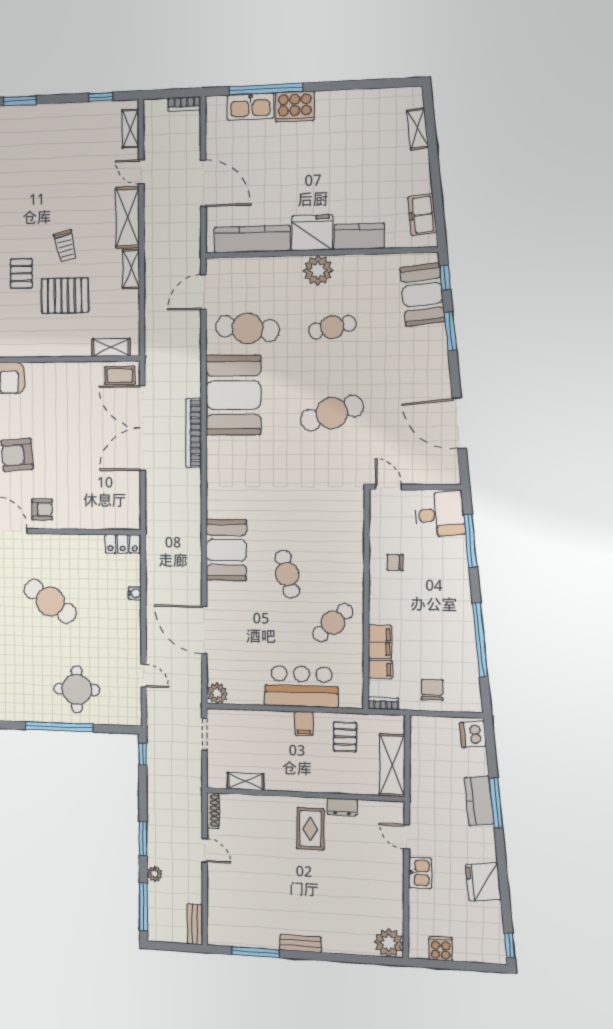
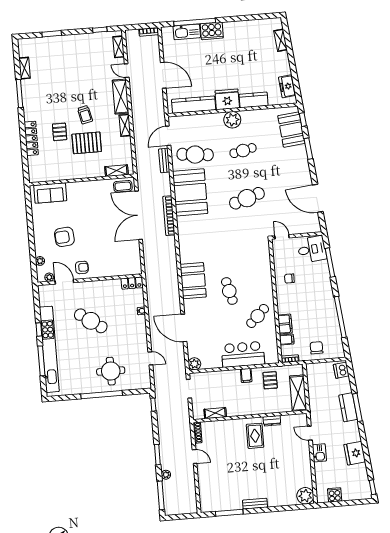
bench: (195, 924) -> (164, 160), moved

